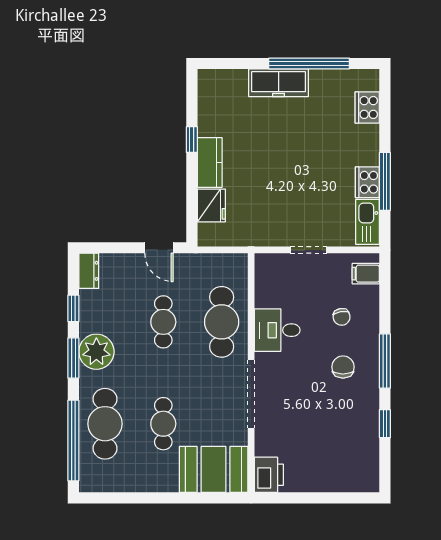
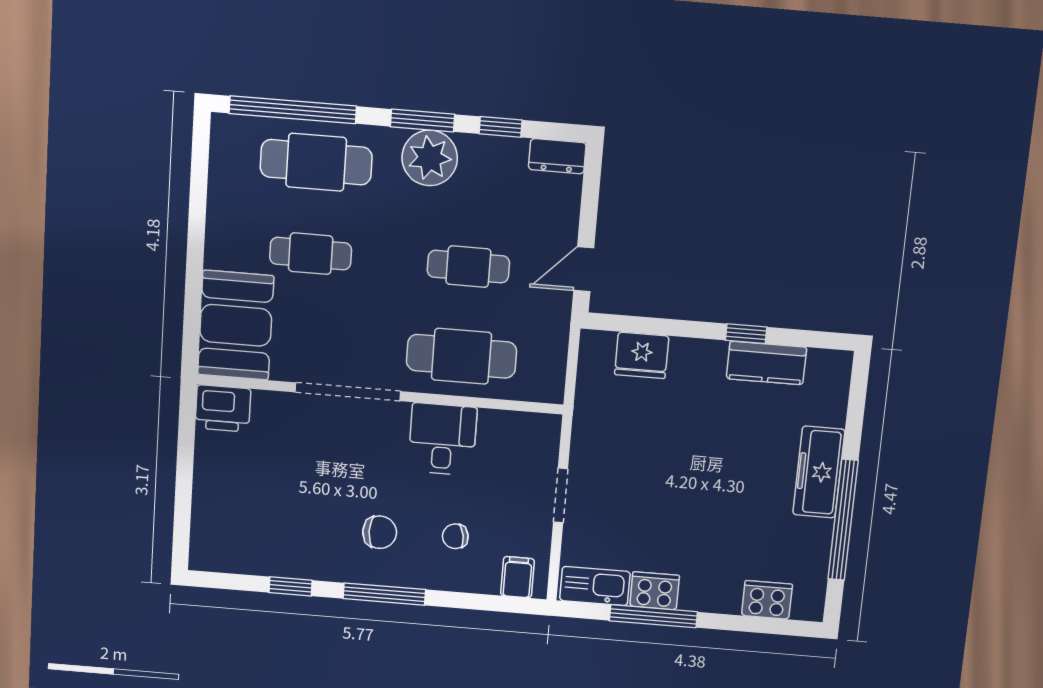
kitchen counter: (210, 163) -> (766, 363), moved

